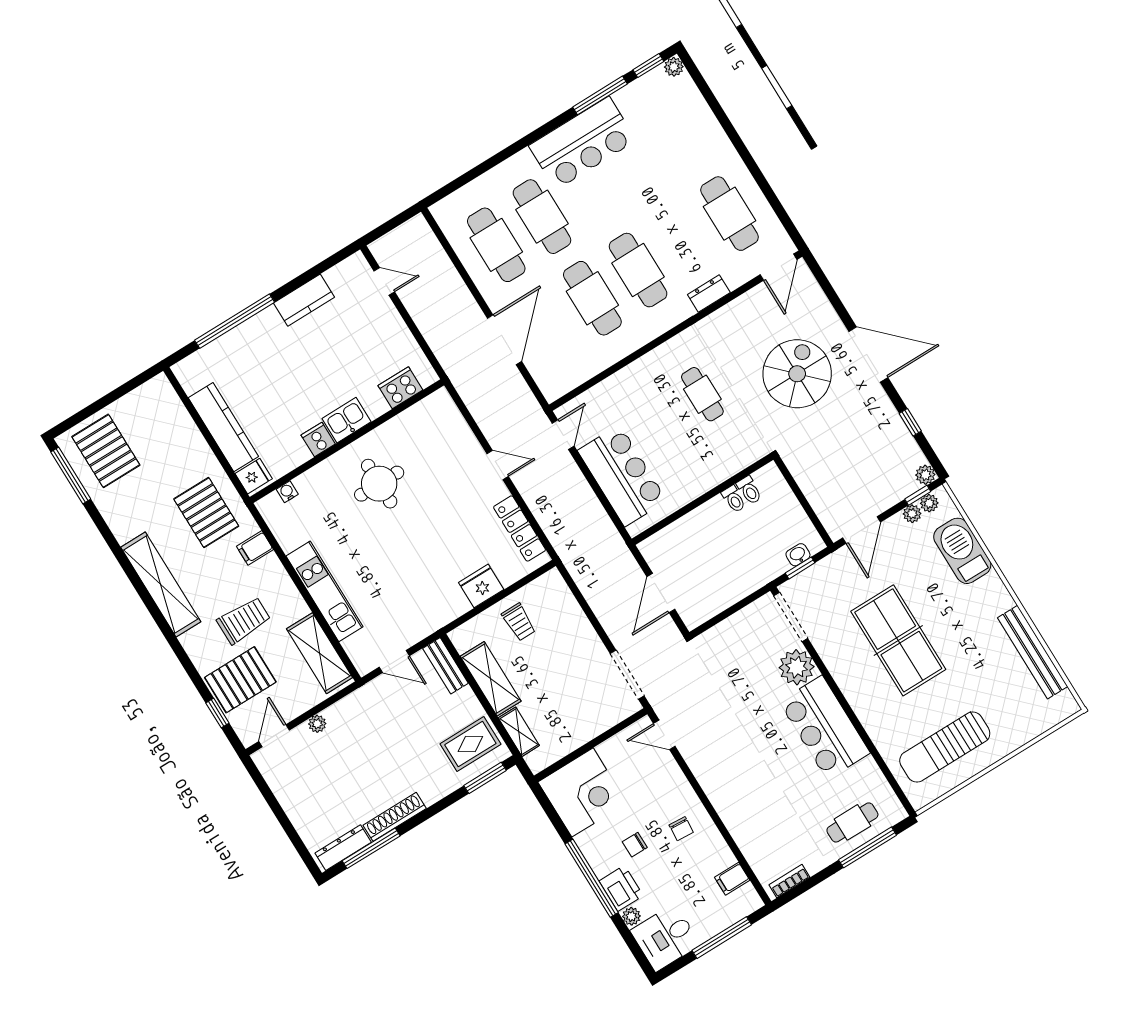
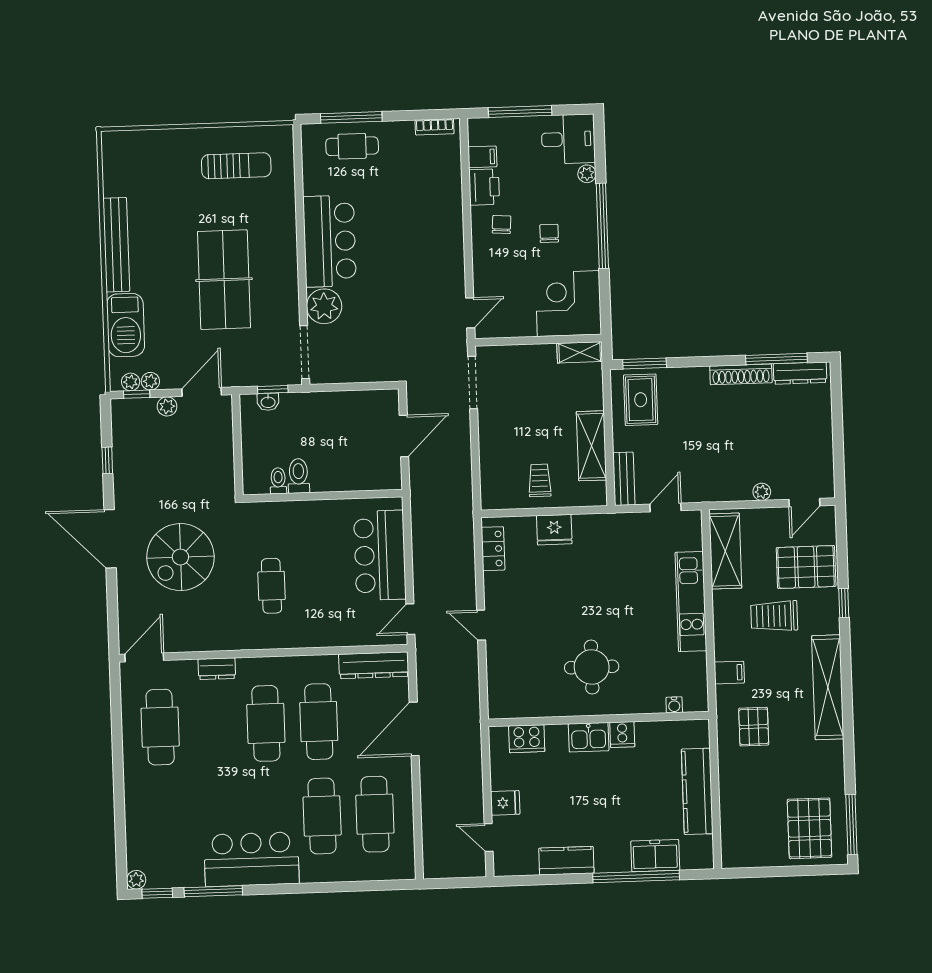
freezer: (228, 349) -> (655, 856), added
dresser: (572, 376) -> (374, 665), added
plant: (925, 475) -> (167, 406), moved
fridge: (254, 476) -> (505, 803), moved, turned 180
toilet: (734, 499) -> (298, 476), width x1.37, depth x1.39
pallet: (206, 513) -> (754, 727), width x0.67, depth x0.71
locker: (520, 528) -> (493, 549), width x0.66
bench: (1033, 652) -> (116, 245), moved
door: (394, 662) -> (665, 507), hinge flipped
window: (217, 713) -> (844, 603), moved
shelving: (519, 732) -> (580, 352), moved, turned 90
door: (664, 735) -> (470, 313), hinge flipped
rug: (470, 744) -> (641, 400), turned 90
sun lounger: (945, 747) -> (236, 166), width x0.73, depth x0.75
chair: (635, 845) -> (549, 233), turned -90
printer: (621, 888) -> (484, 187), moved, turned 180

